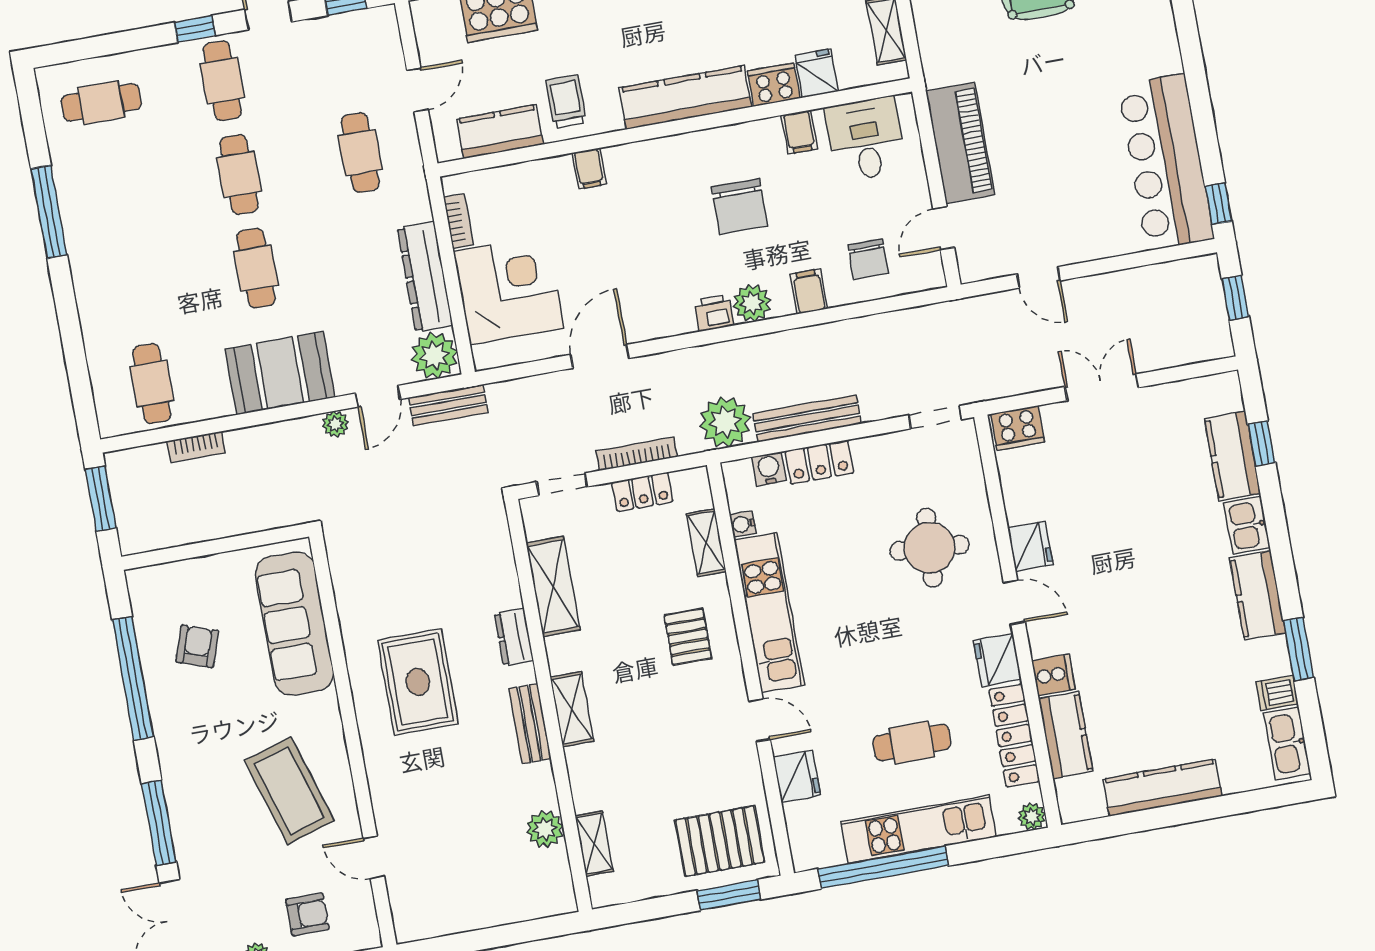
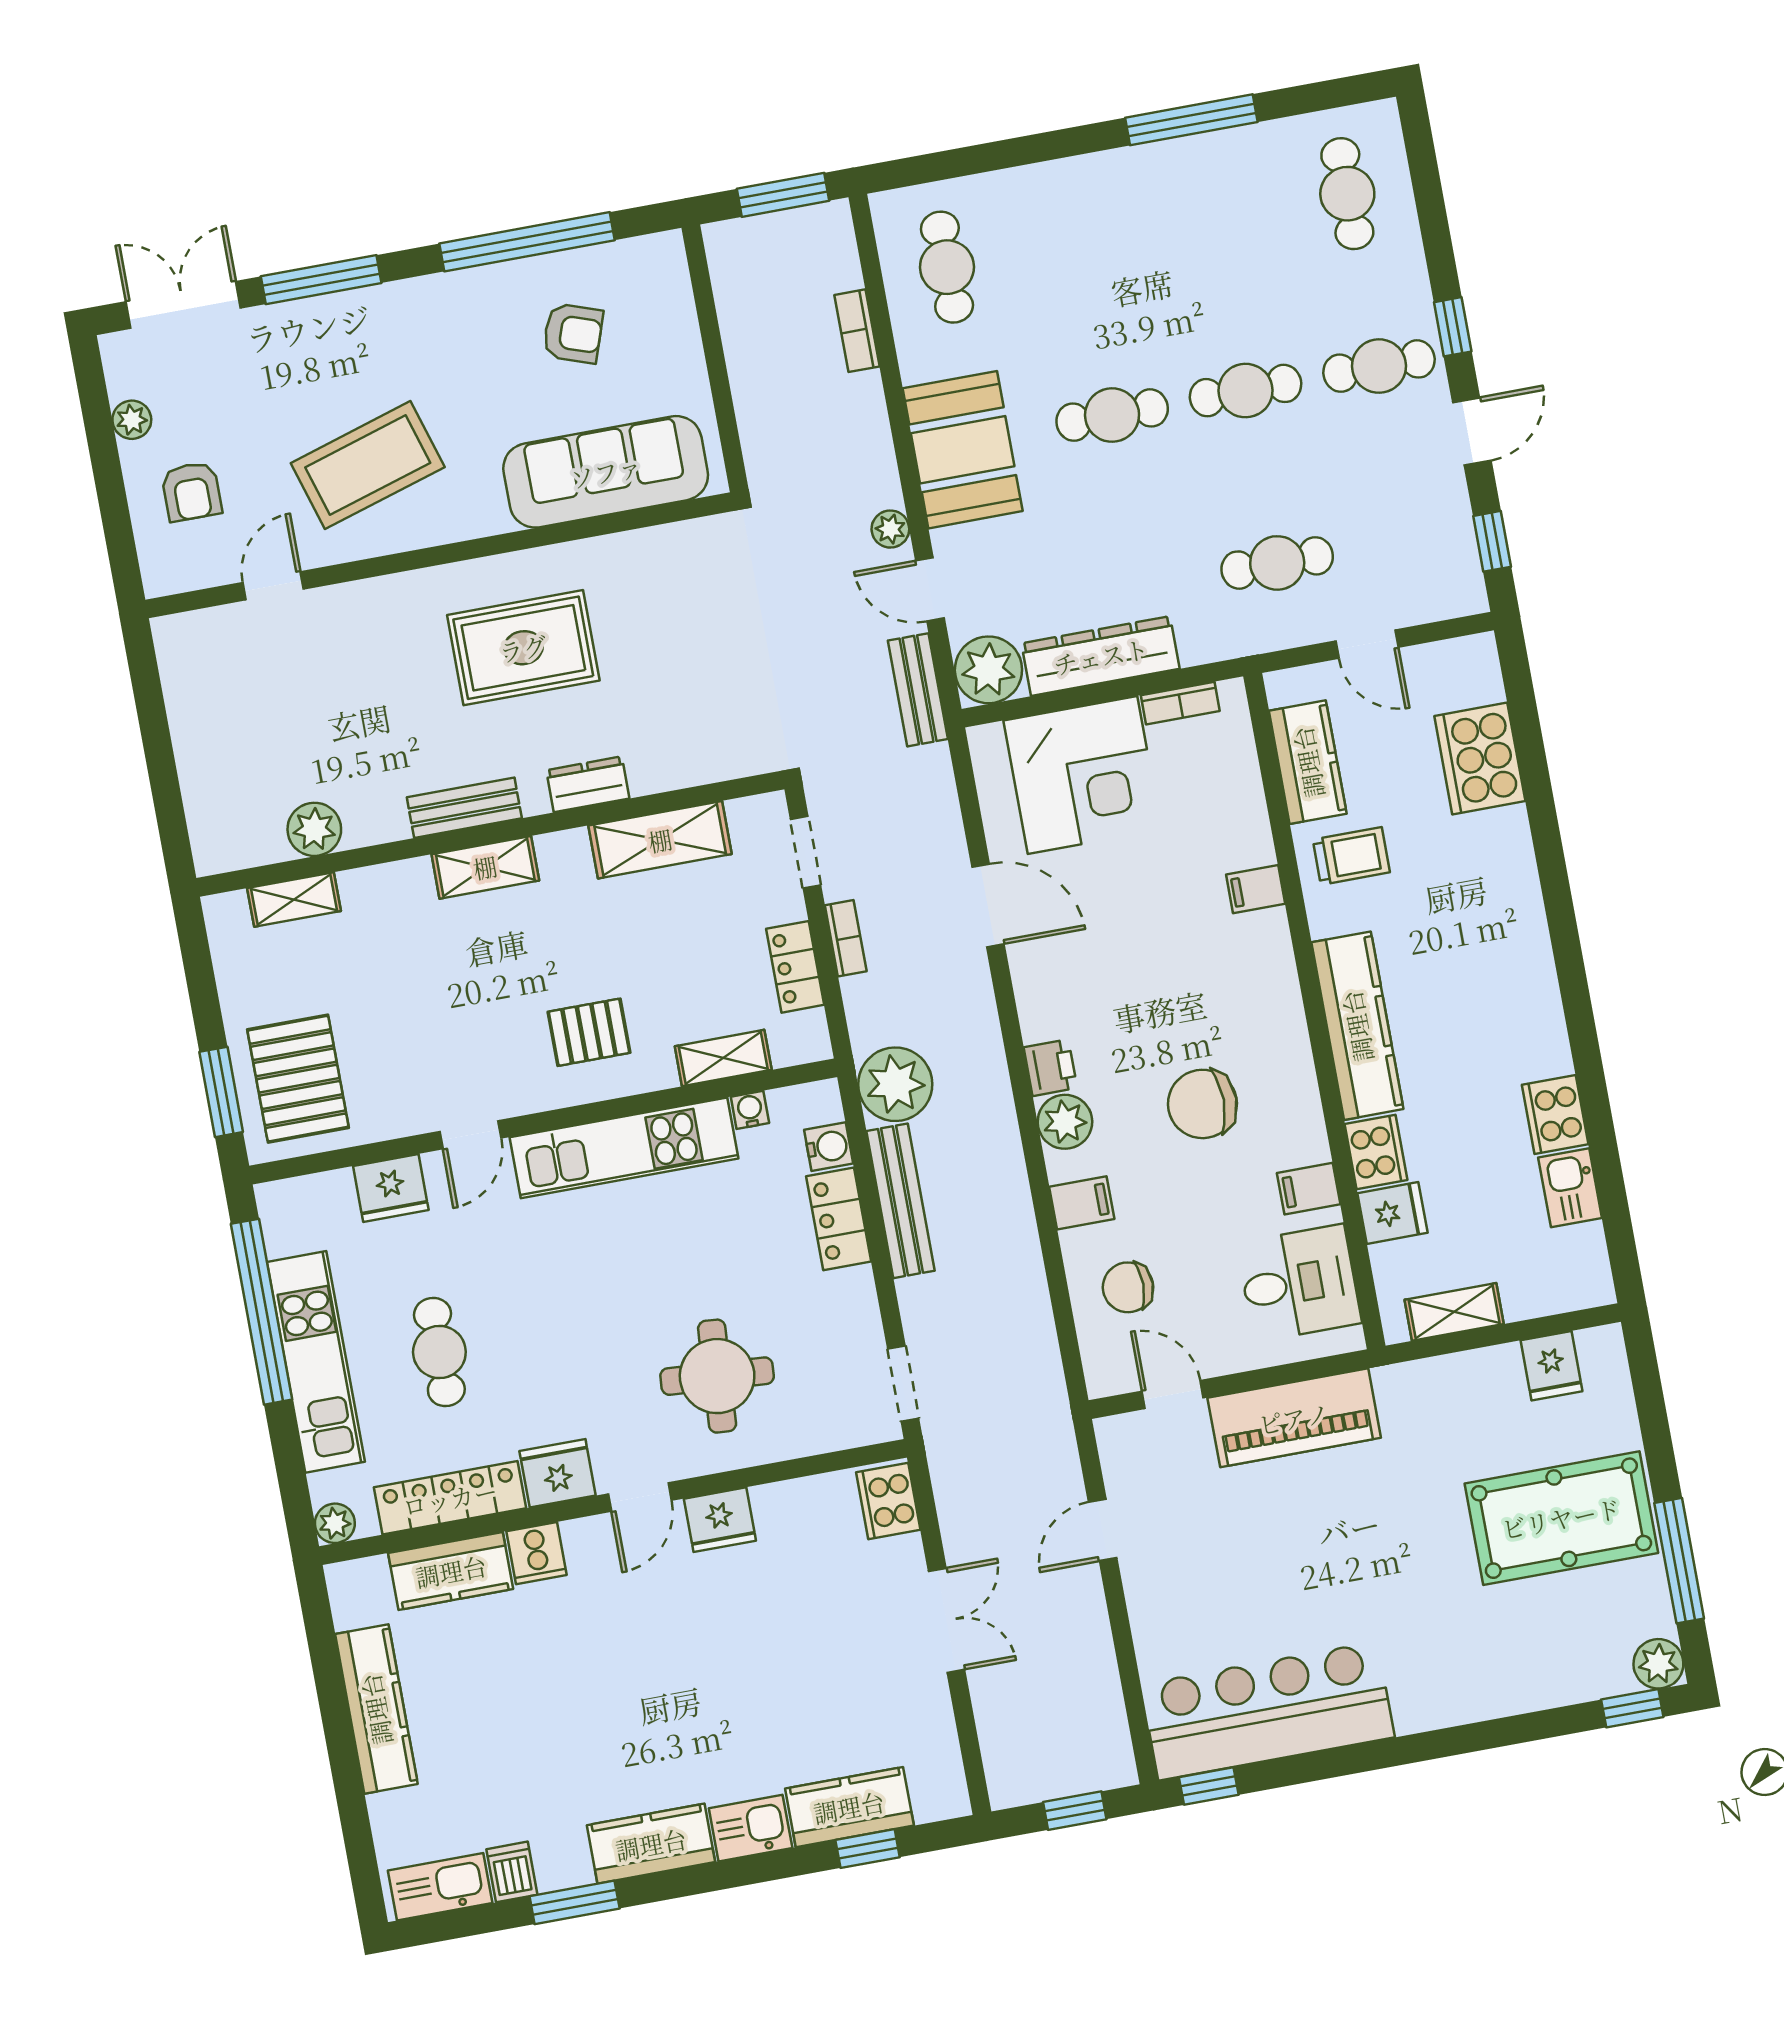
cafe table: (152, 384) -> (947, 267), turned 90
bookcase: (637, 454) -> (846, 938), width x0.64

